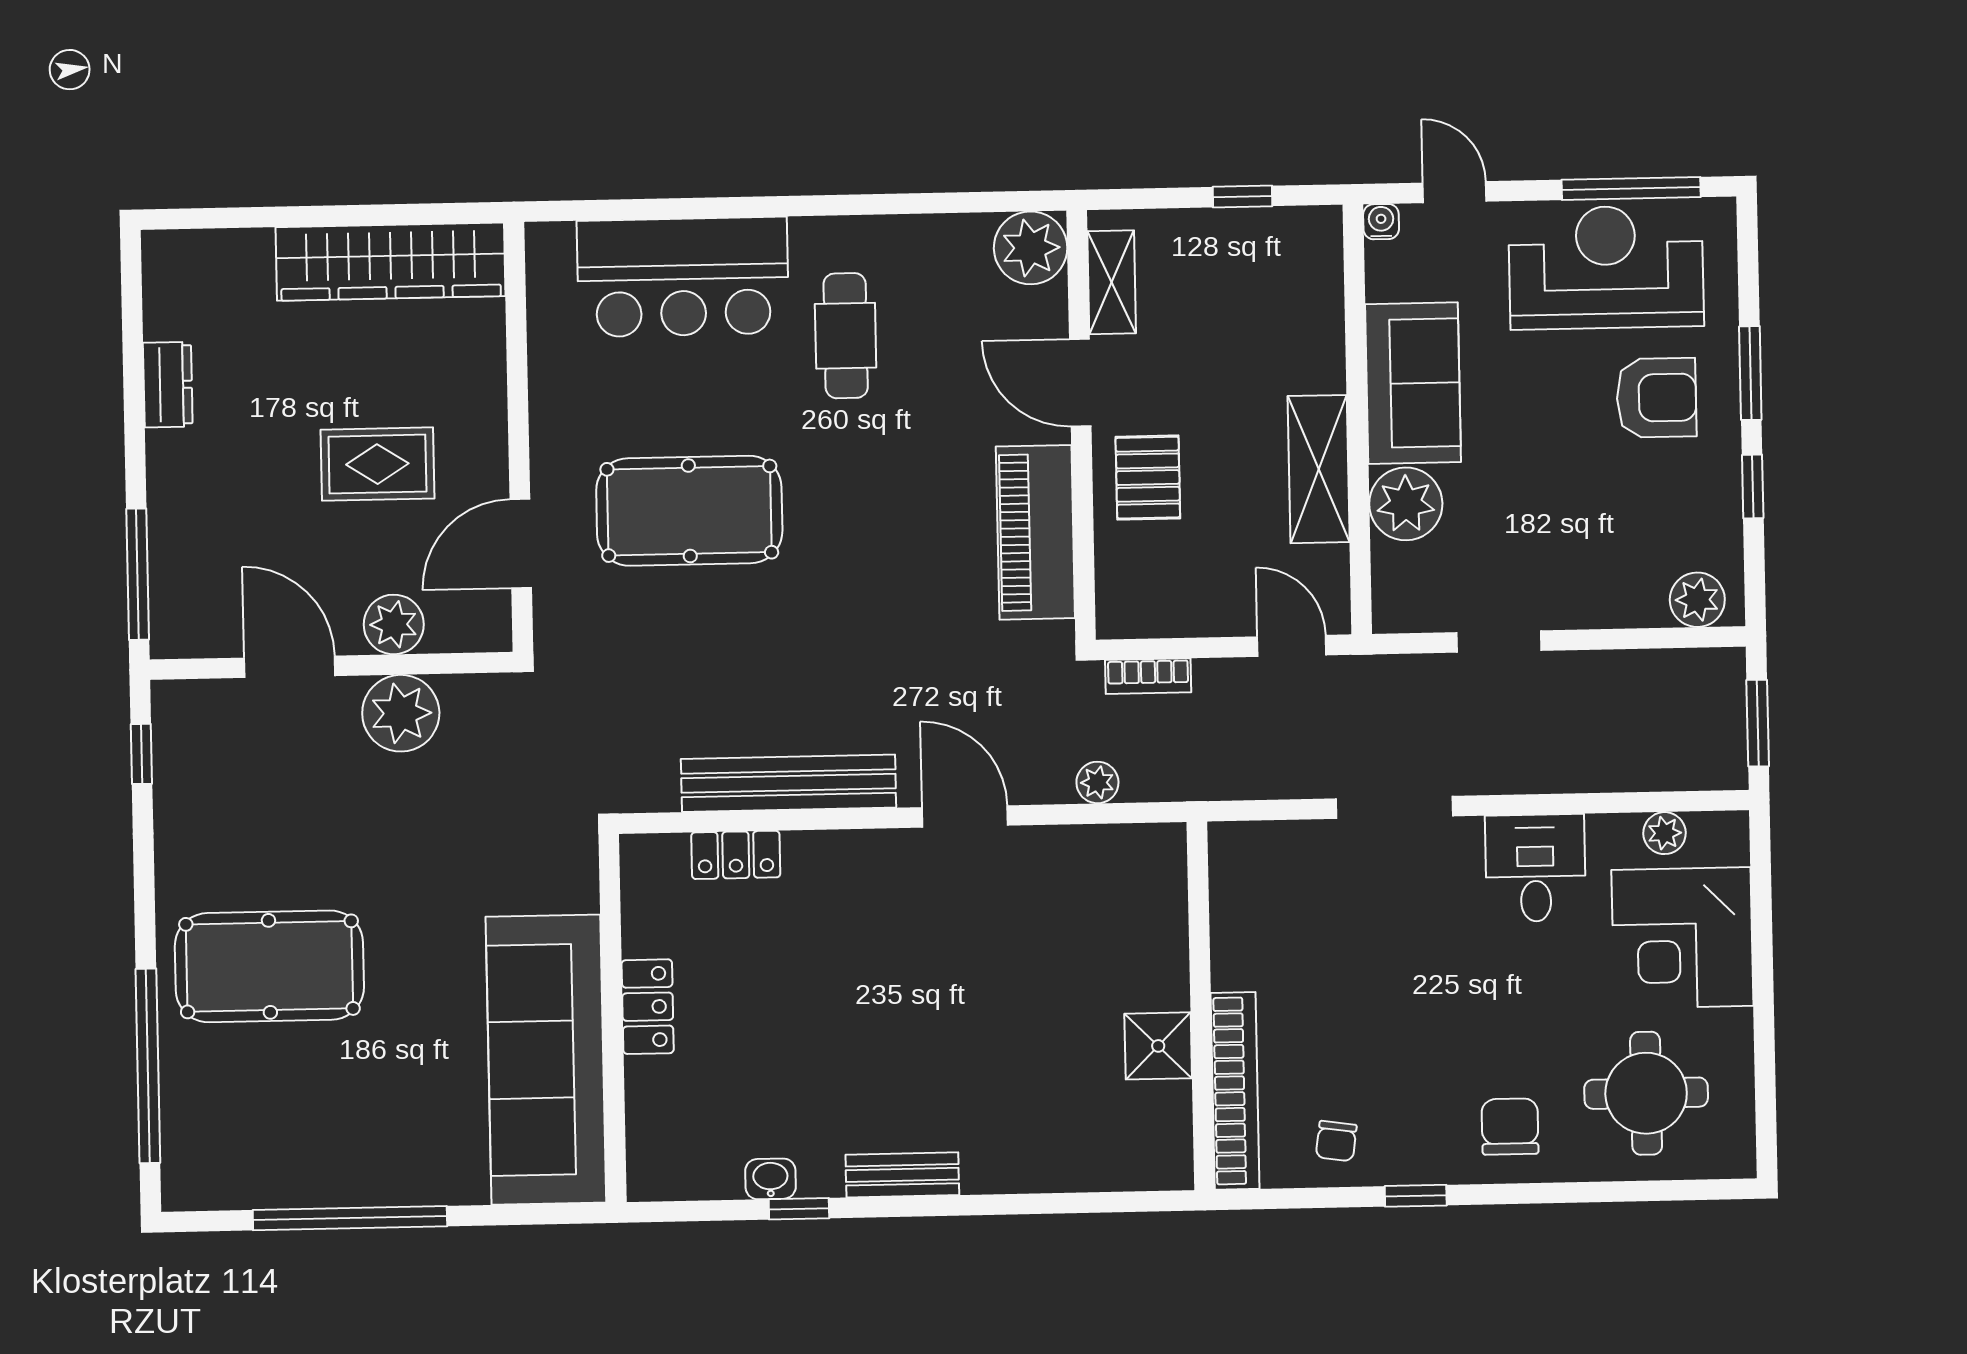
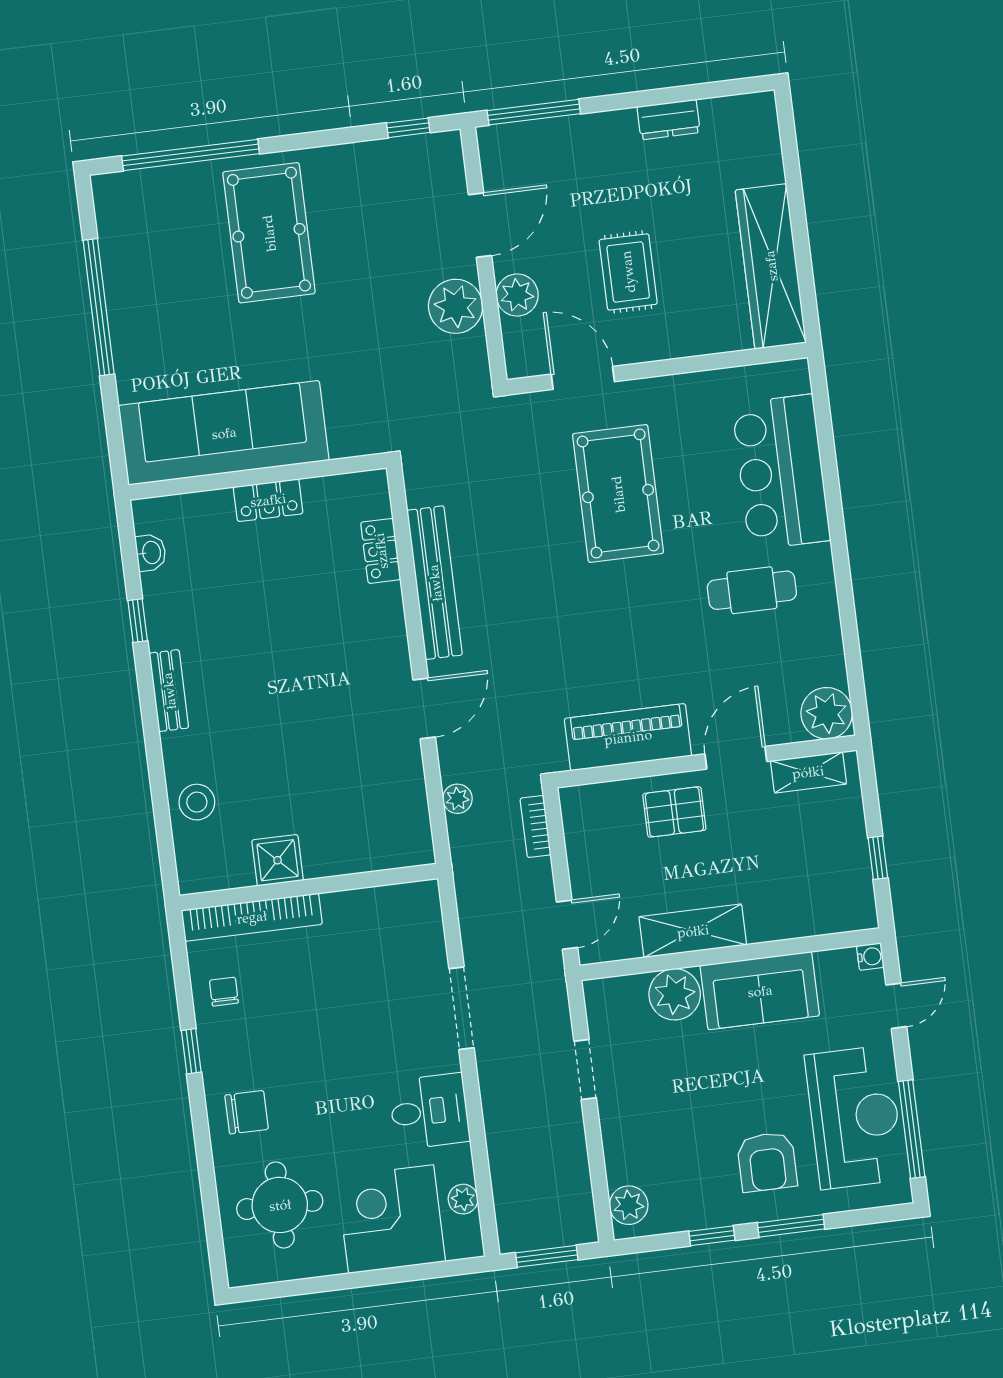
chair: (1336, 1141) -> (224, 992), turned 82
stool: (1064, 1152) -> (197, 802), added
washbasin: (770, 1179) -> (151, 553), moved

